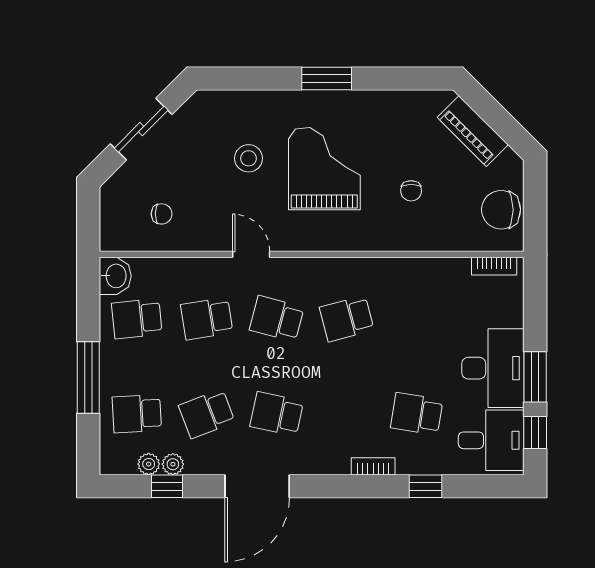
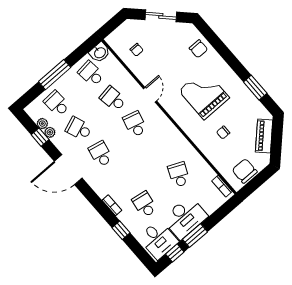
window: (327, 78) -> (255, 88), moved
chair: (245, 115) -> (198, 49), added
stool: (249, 158) -> (184, 64), removed
grand piano: (324, 169) -> (204, 94), turned -90
school desk: (347, 319) -> (179, 175), moved, turned 39

